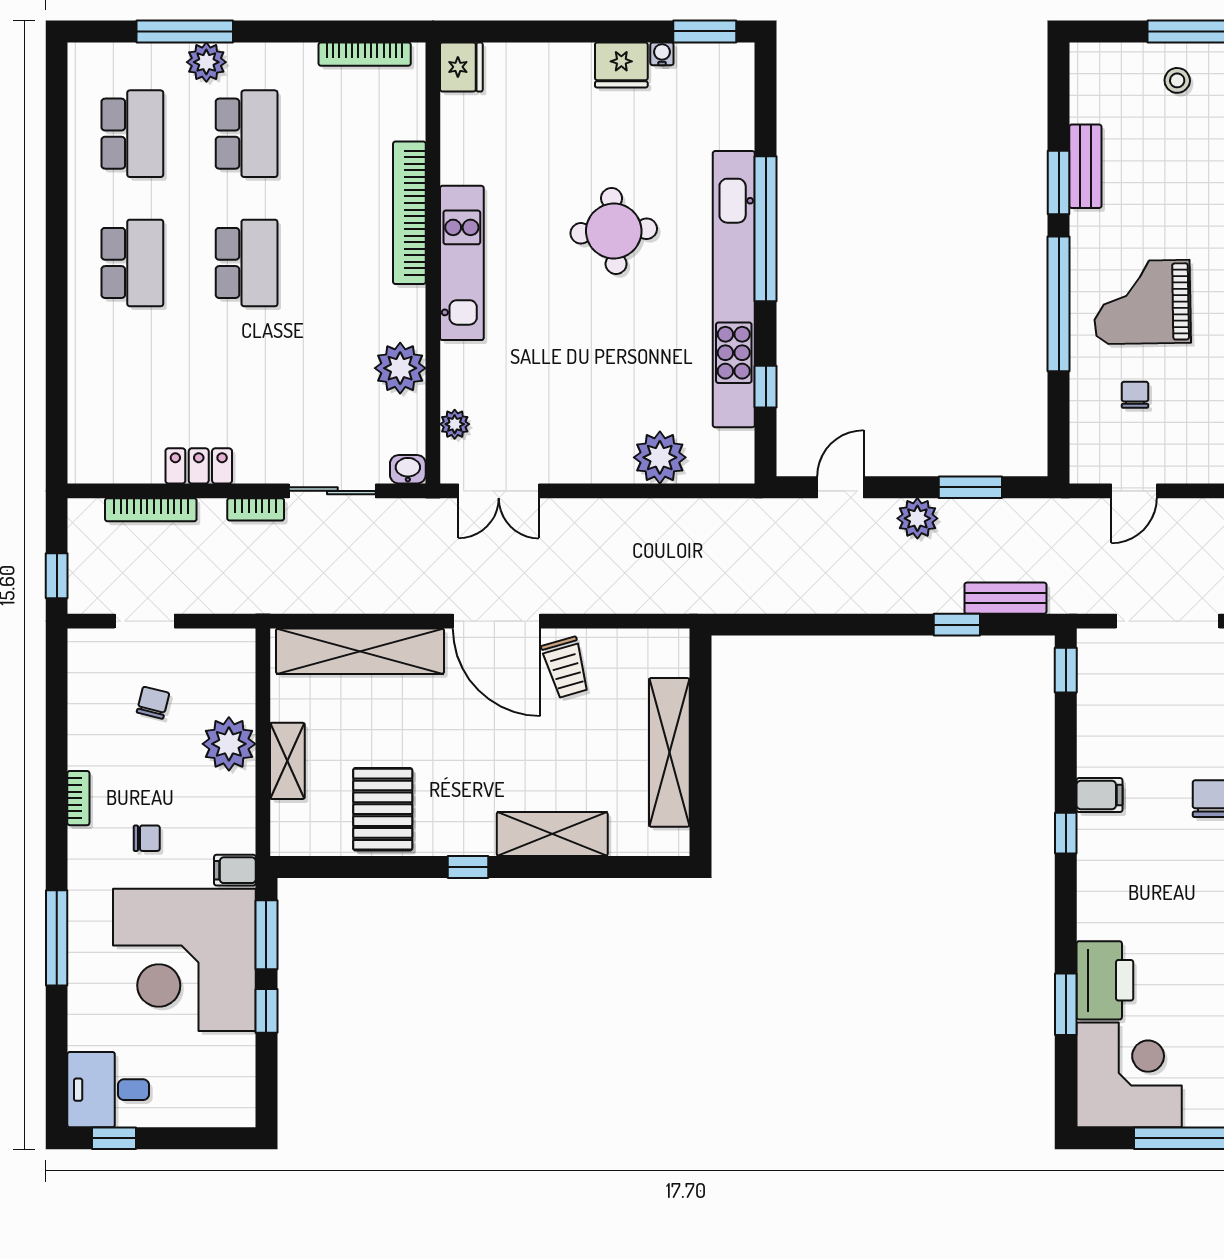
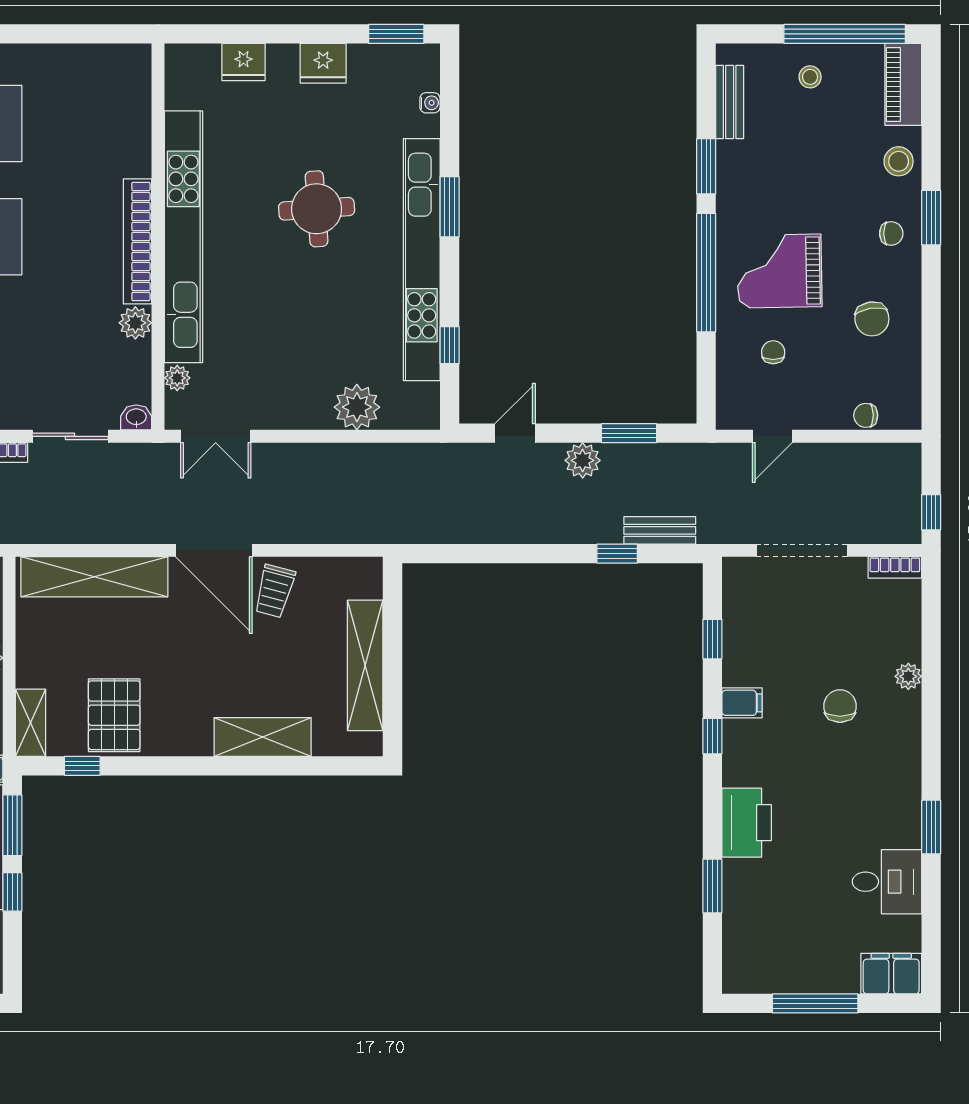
bookcase: (365, 54) -> (98, 54), removed
water cooler: (662, 54) -> (430, 103), moved, turned 90
fridge: (461, 67) -> (244, 62), moved, turned 90
bench: (1085, 166) -> (730, 102), moved
bookcase: (409, 213) -> (138, 241), moved
window: (766, 229) -> (450, 207), width x0.47
kitchen unit: (462, 263) -> (183, 237), width x1.86
plant: (400, 368) -> (135, 323), width x0.73, depth x0.73
trolley: (566, 667) -> (275, 591), turned 31
window: (1066, 670) -> (712, 639), moved
shelving: (287, 761) -> (31, 723), moved
window: (468, 867) -> (82, 766), moved
printer: (1105, 980) -> (747, 823), moved
corner desk: (1129, 1075) -> (768, 948), removed

